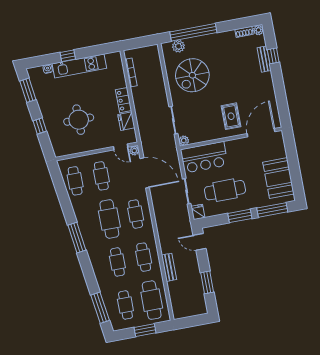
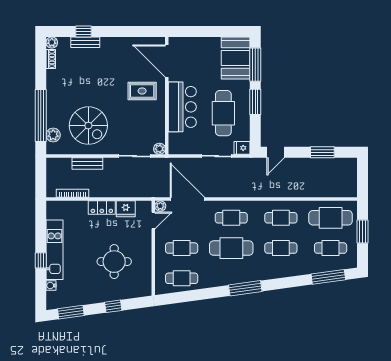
bar counter: (204, 157) -> (182, 107), moved
door: (145, 173) -> (187, 199), hinge flipped
booth: (278, 178) -> (236, 58), moved, turned 90
bench: (169, 267) -> (87, 164), moved

